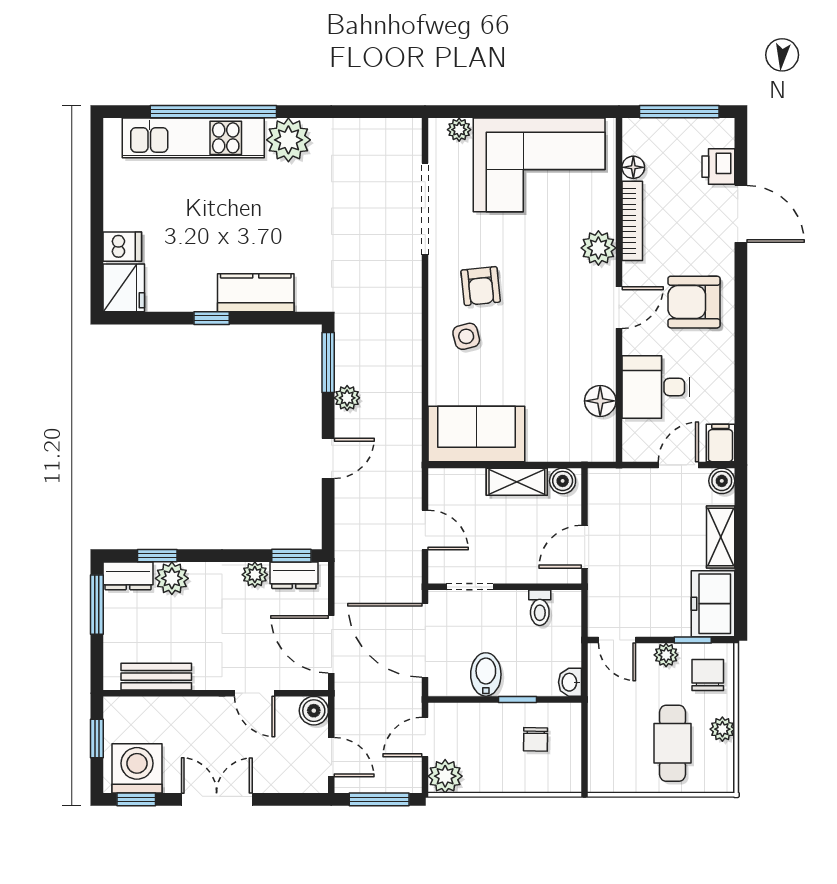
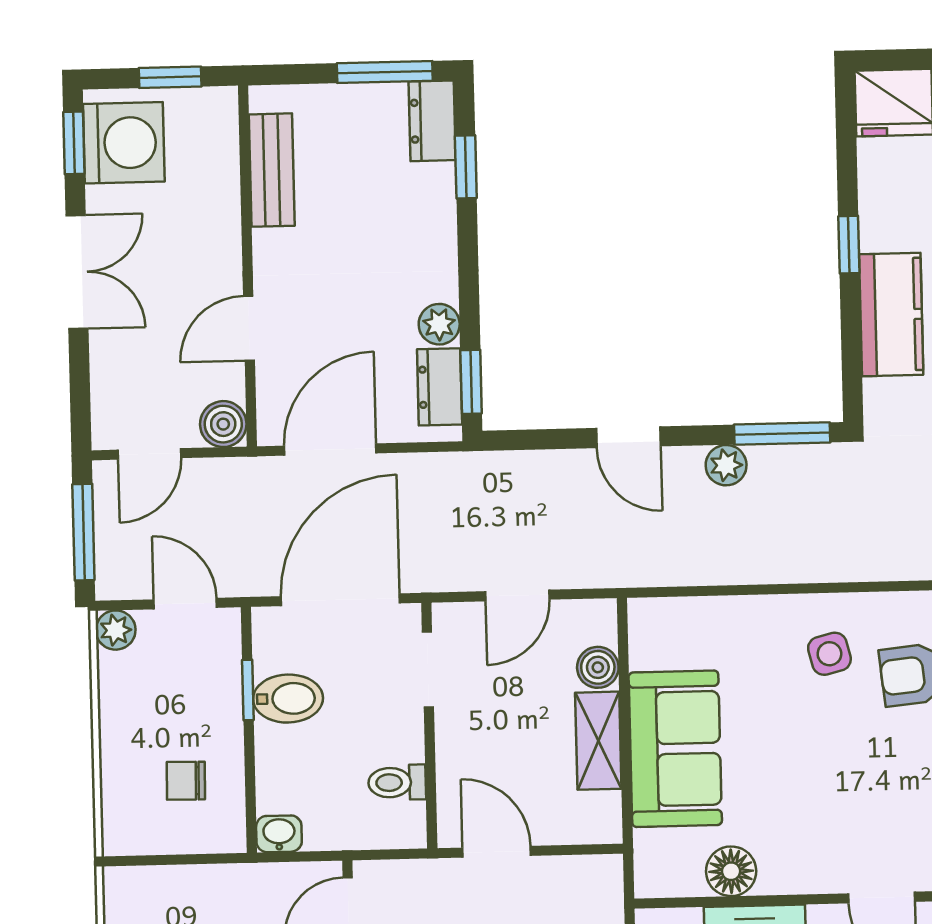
sofa: (476, 434) -> (675, 749), moved
boiler: (563, 481) -> (598, 667), moved
plant: (172, 578) -> (430, 191), removed
window: (518, 699) -> (248, 690), moved
plant: (445, 776) -> (116, 630), width x0.73, depth x0.73

